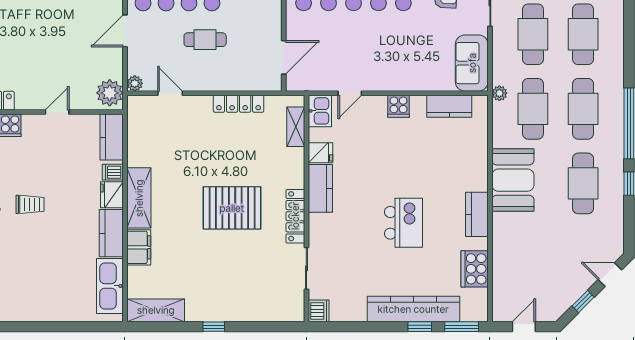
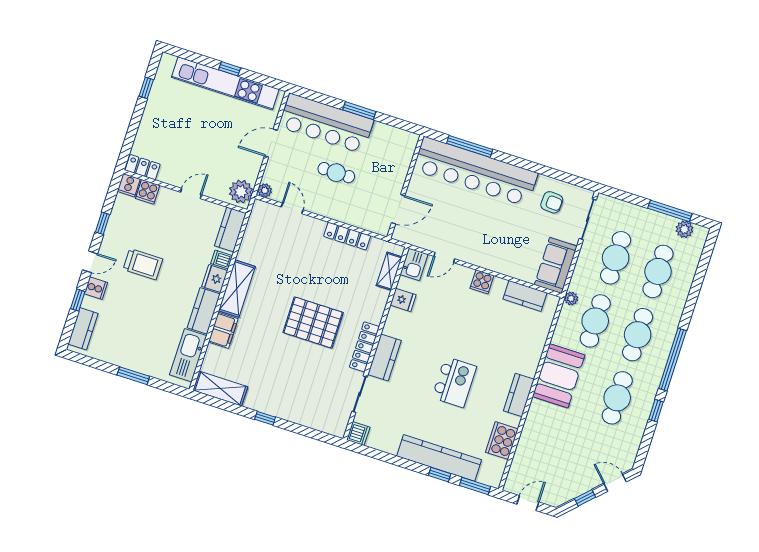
kitchen counter: (320, 188) -> (384, 357), moved
trolley: (30, 204) -> (143, 264), width x1.36, depth x1.39
window: (58, 327) -> (133, 376), added

